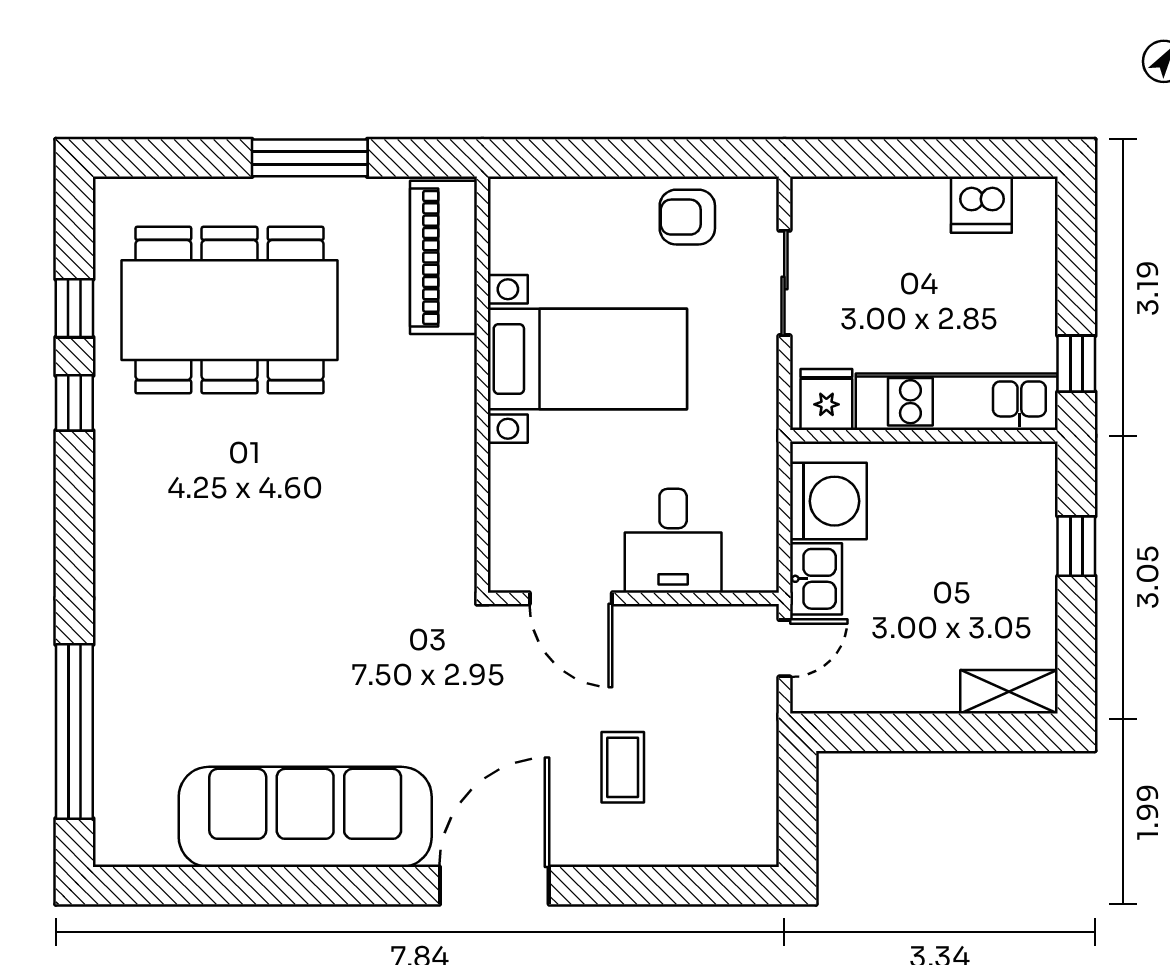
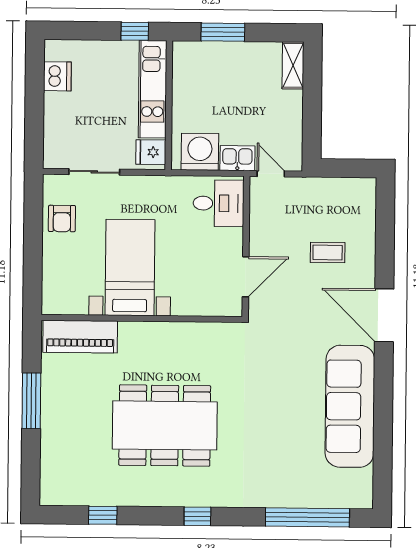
dining table: (229, 310) -> (165, 425), moved, turned 90
window: (74, 403) -> (197, 516), moved
desk: (673, 541) -> (219, 203), moved
window: (1076, 546) -> (223, 32), width x1.50

